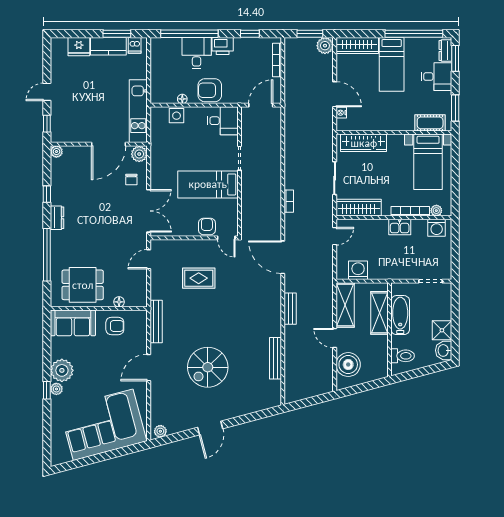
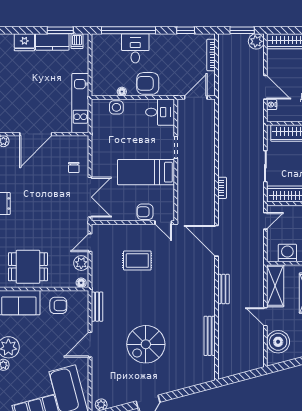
printer: (223, 46) -> (160, 42), removed
door: (109, 144) -> (36, 134), moved
plant: (139, 154) -> (81, 263), moved
armchair: (207, 227) -> (145, 212), turned -90
floor lamp: (119, 302) -> (81, 283), moved
bench: (156, 321) -> (97, 307), width x0.73

